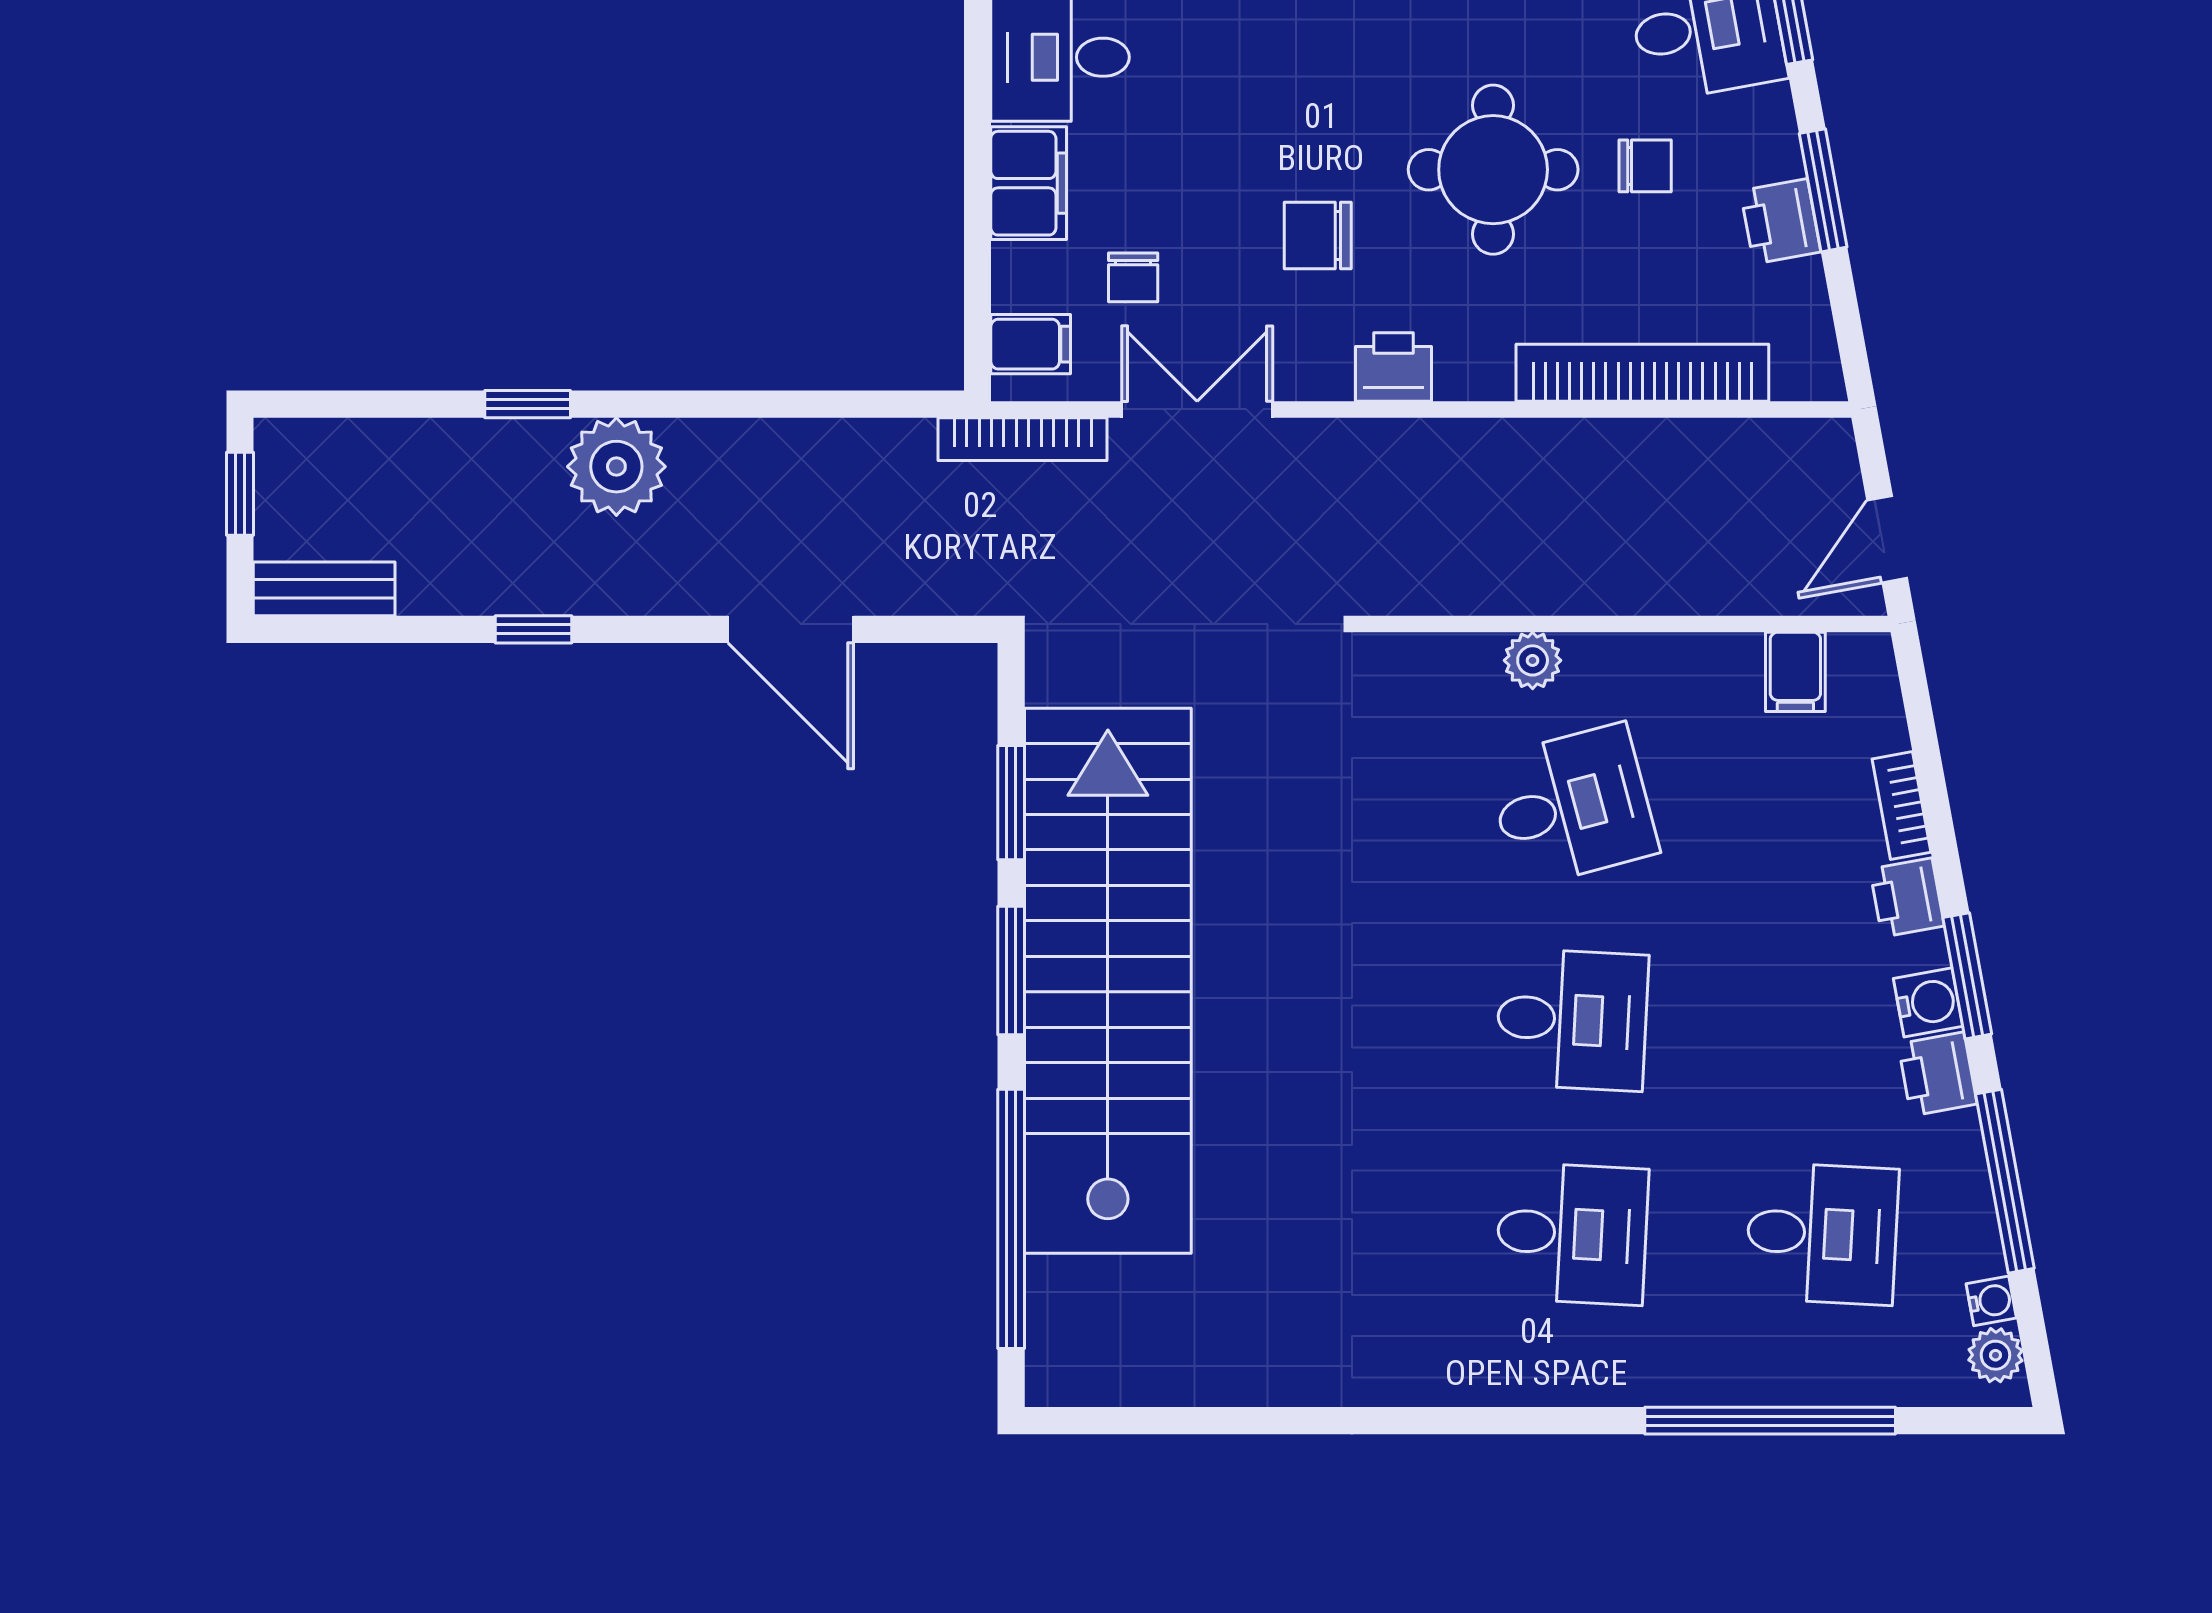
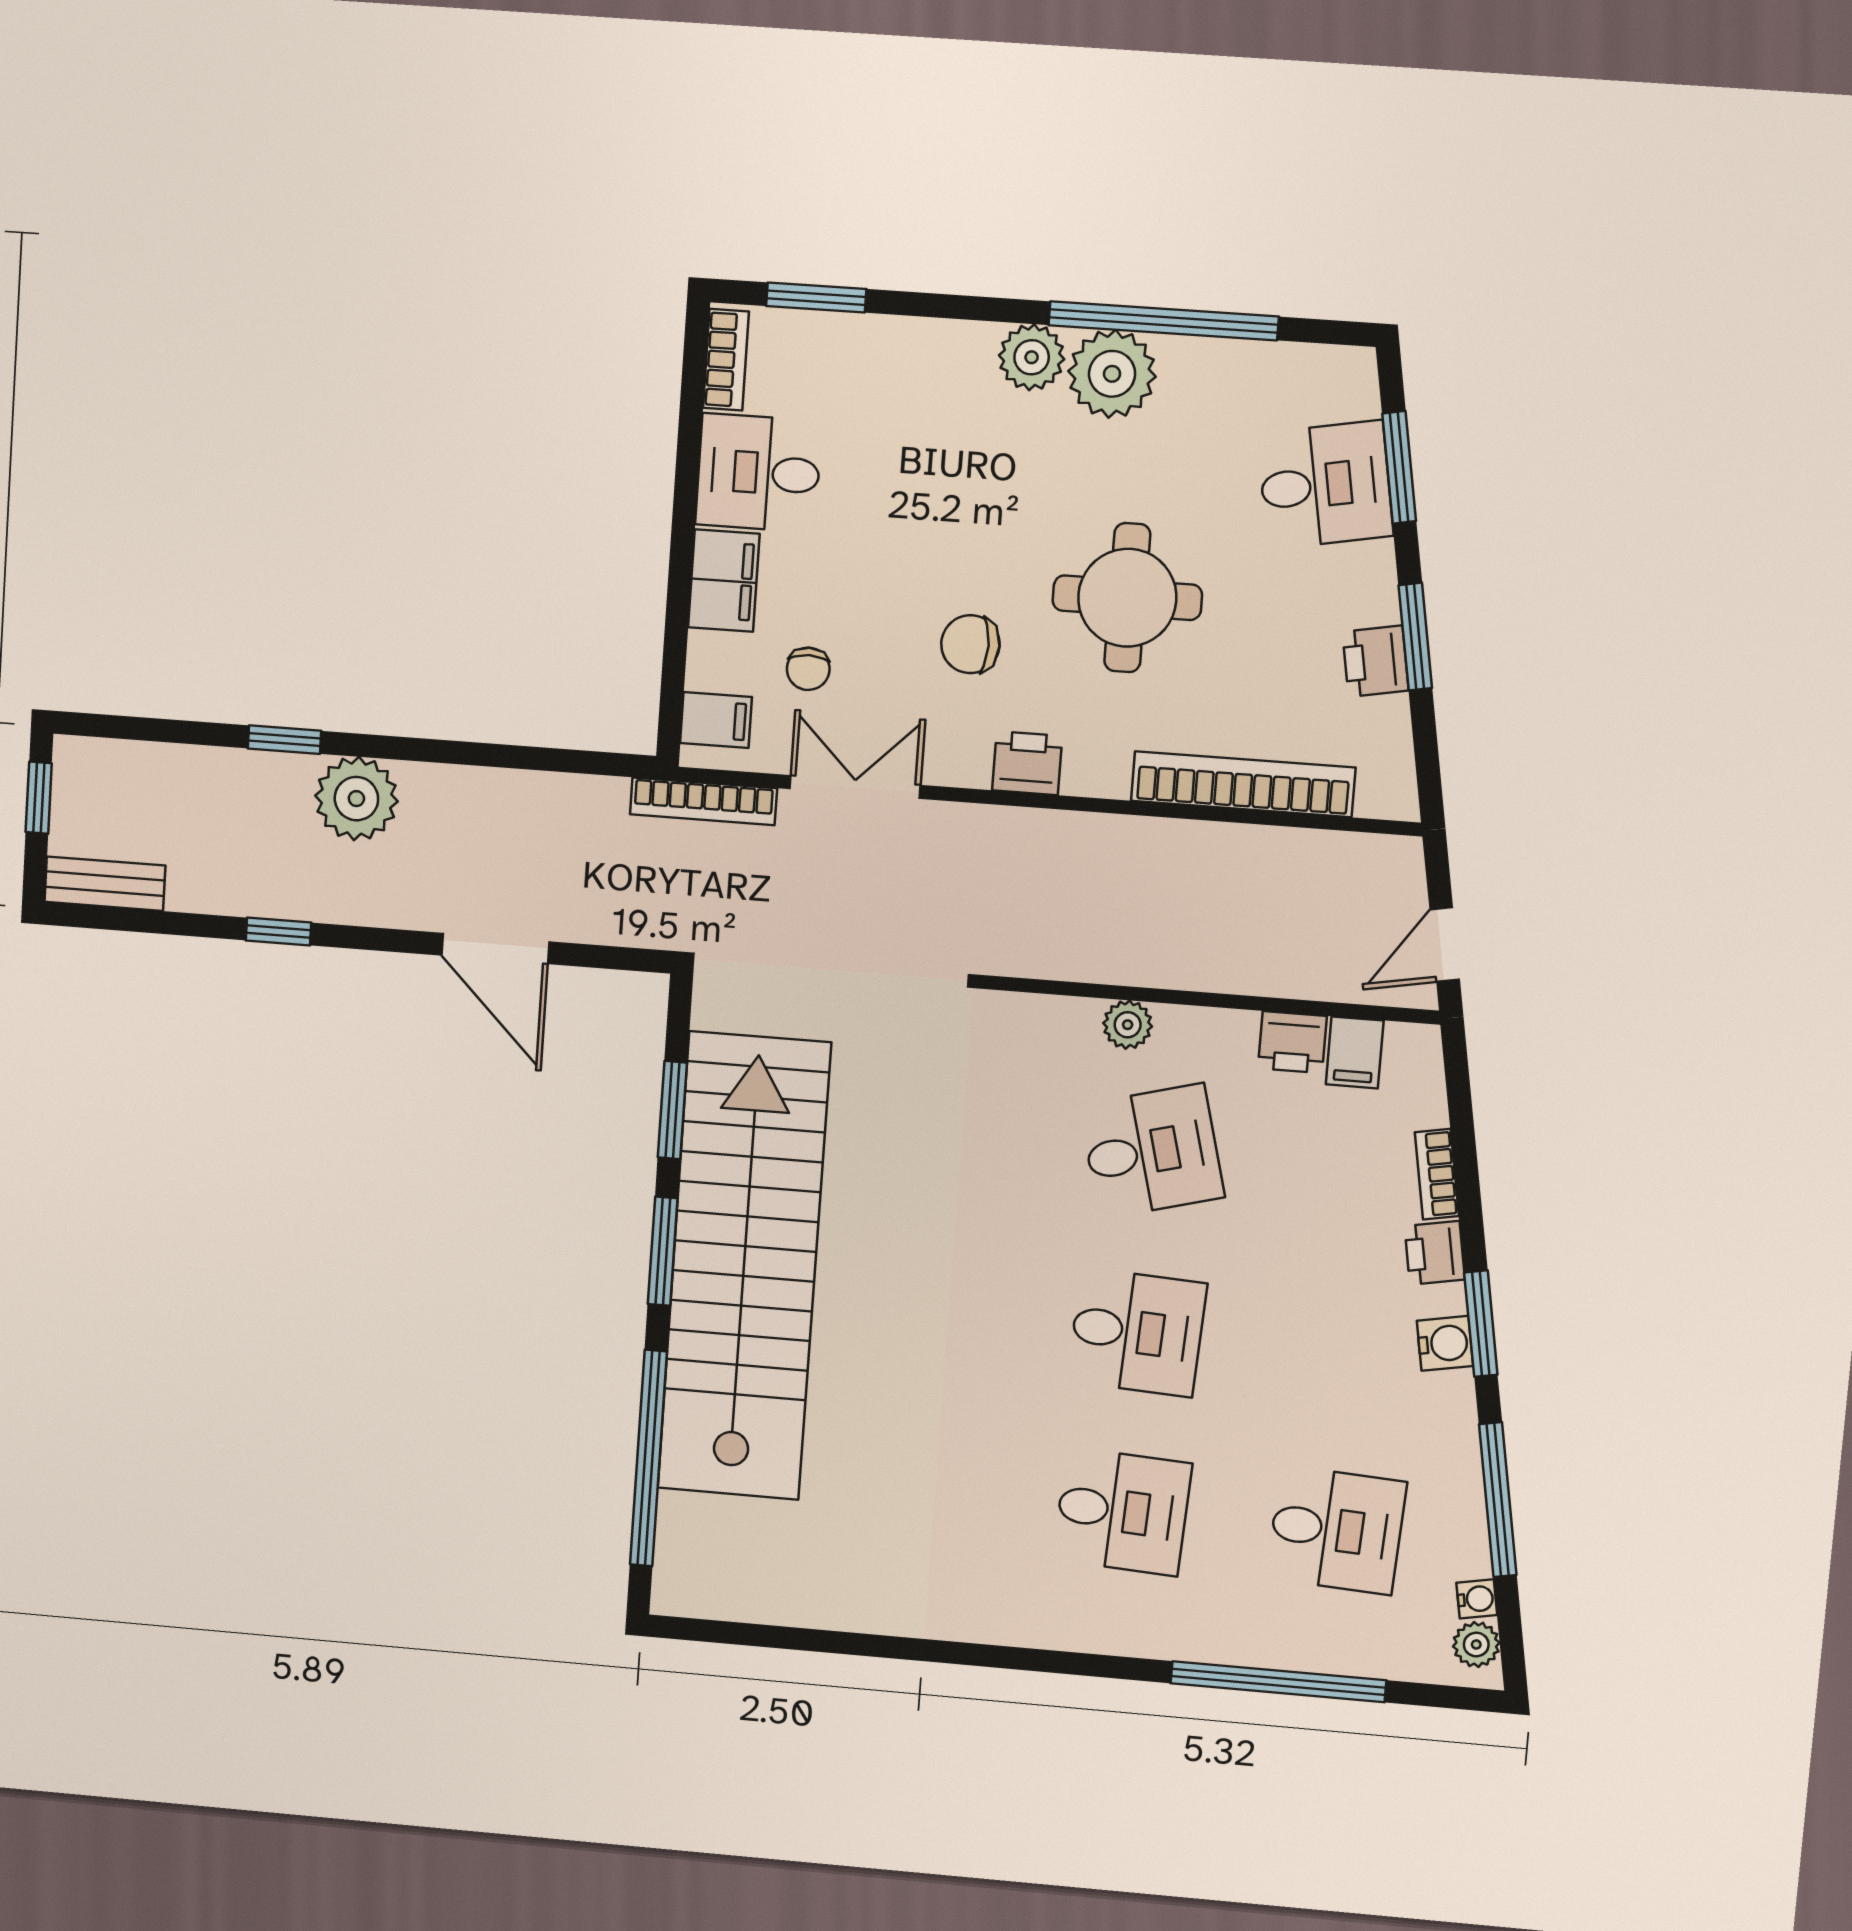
chair: (1645, 166) -> (1261, 604), removed
printer: (1937, 1074) -> (1292, 1042), moved, turned -80

